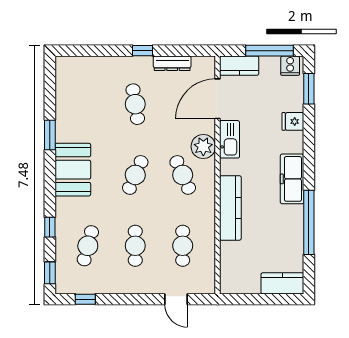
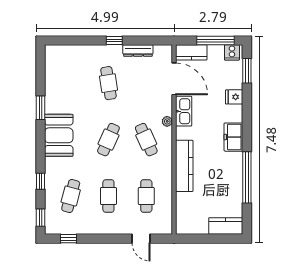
door: (217, 99) -> (174, 79), swing flipped
plant: (203, 147) -> (167, 121), width x0.53, depth x0.53
freezer: (292, 179) -> (233, 137), width x0.71

